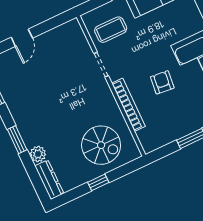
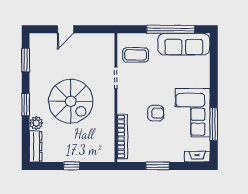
armchair: (162, 82) -> (156, 113), turned 84
bookcase: (128, 105) -> (122, 137), moved
spiral stairs: (101, 145) -> (71, 101), moved, width x1.37, depth x1.37

